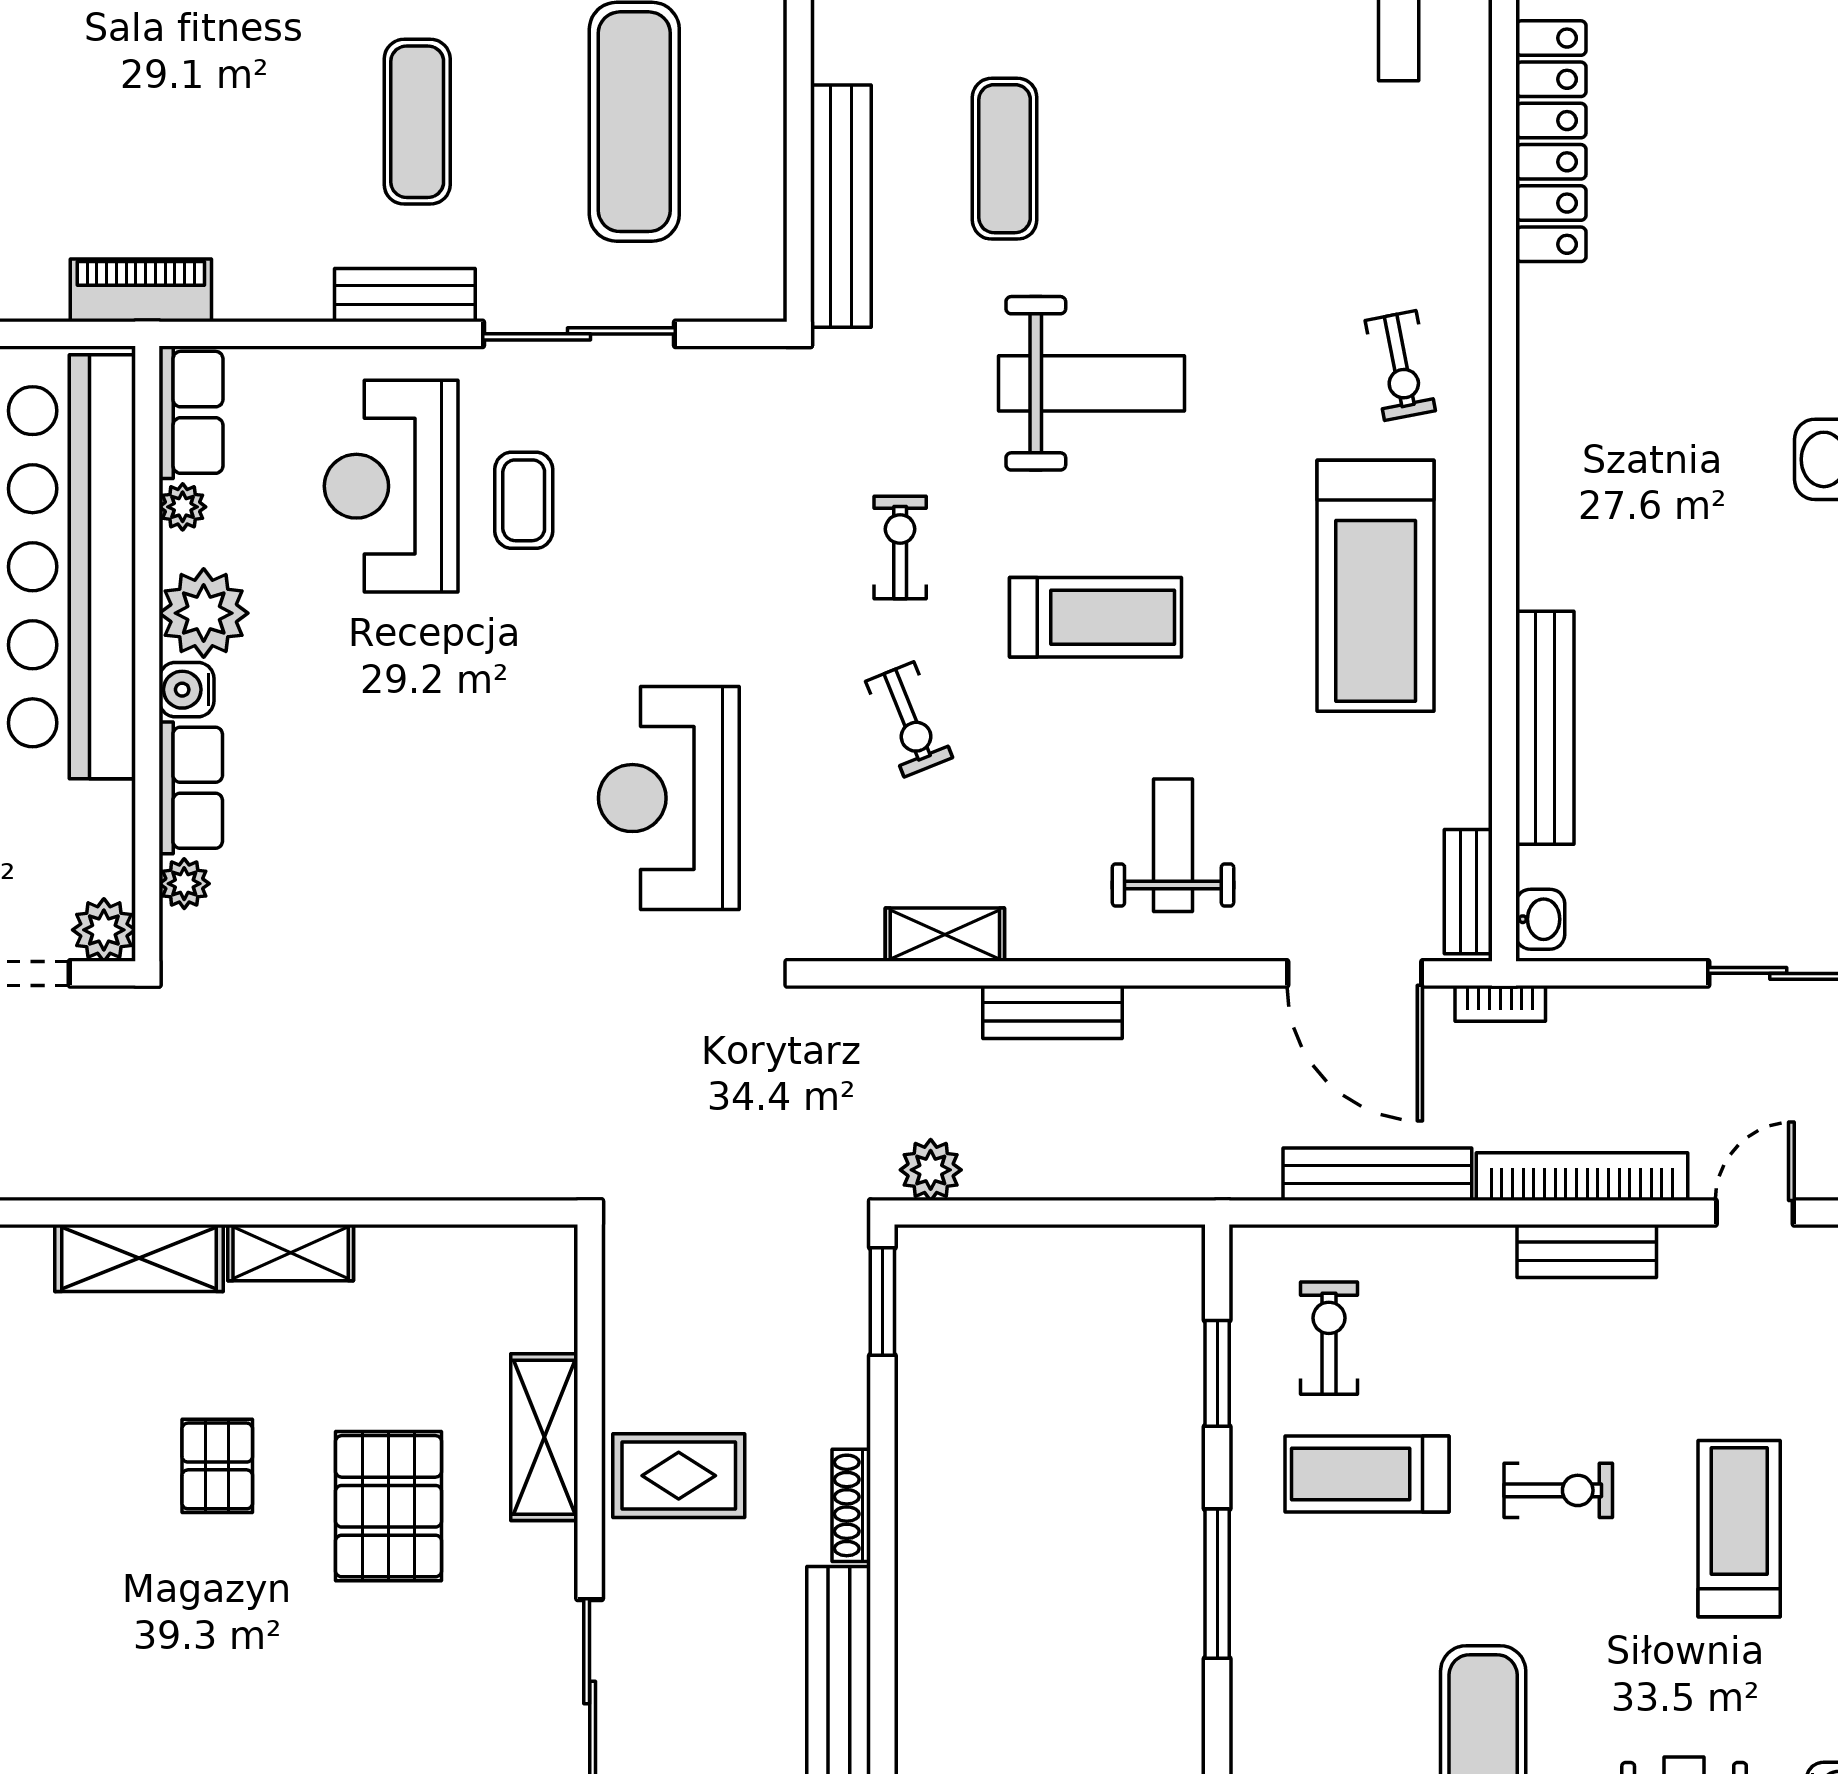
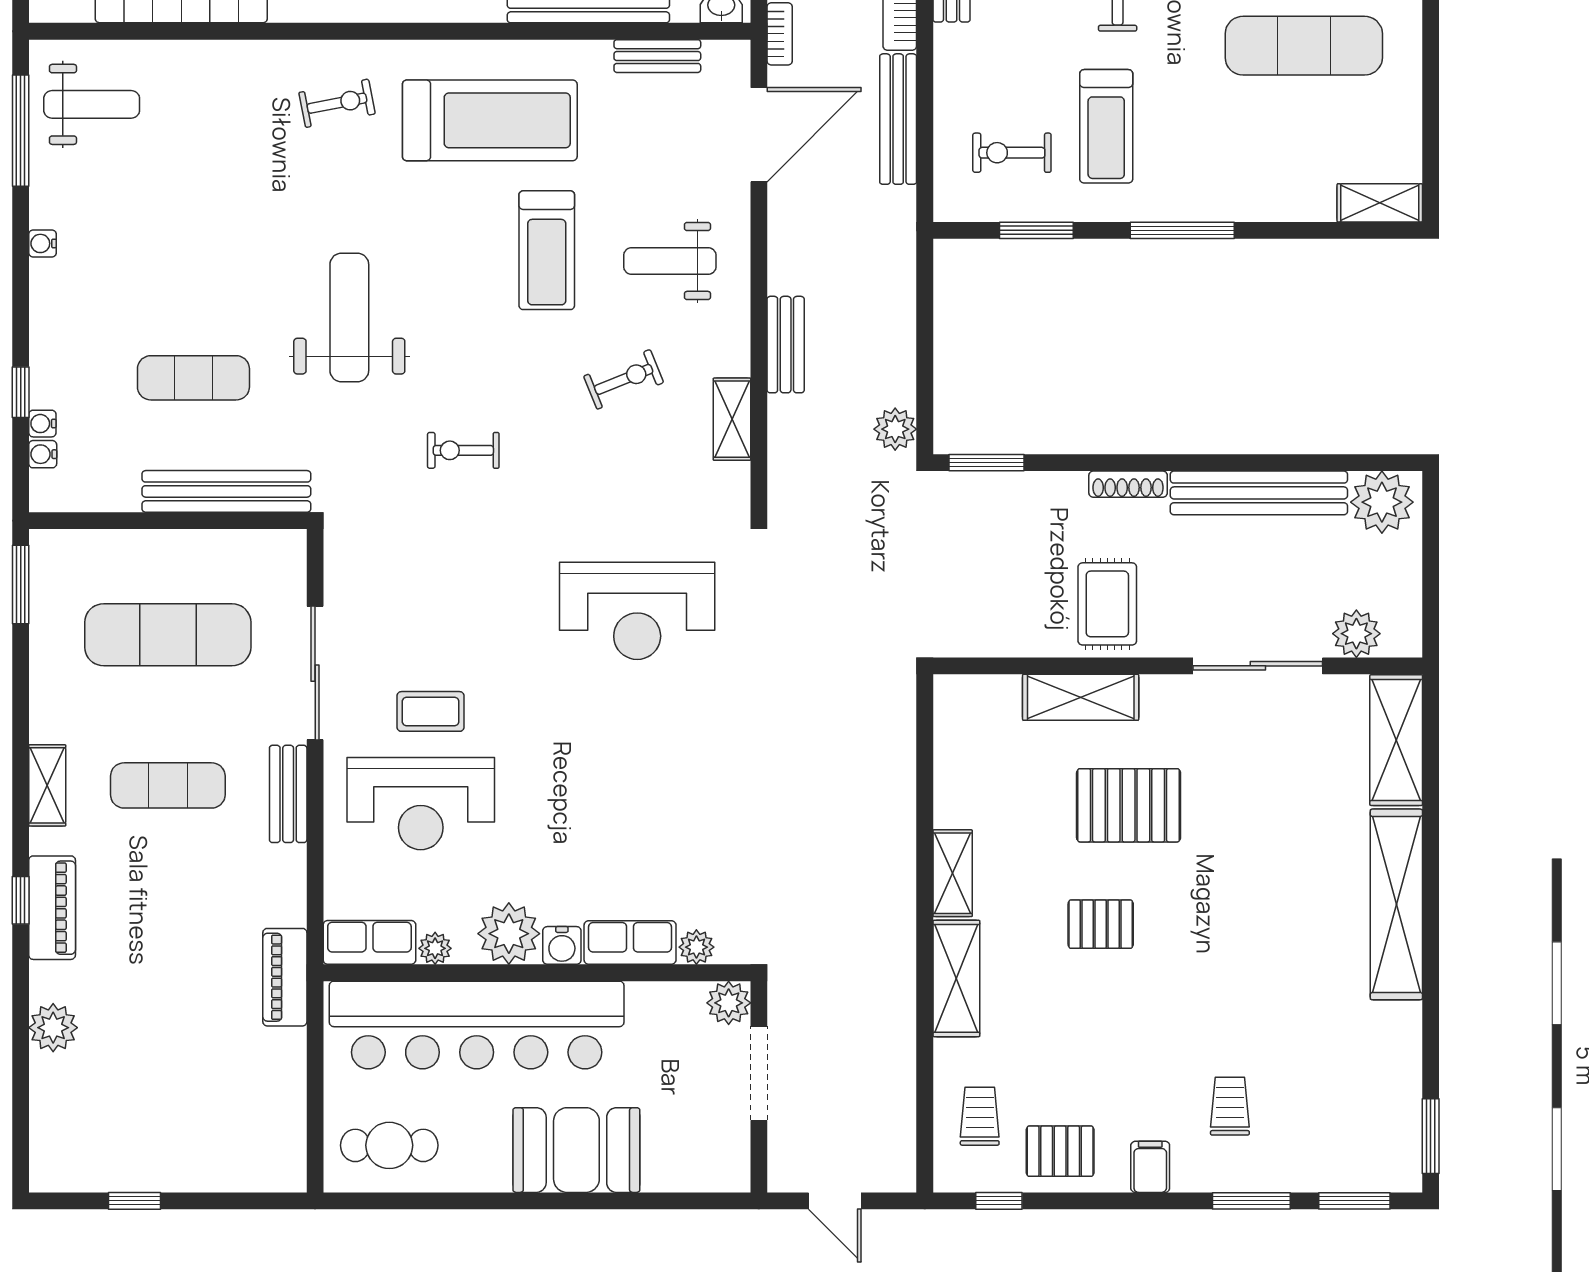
treadmill: (1096, 617) -> (547, 250), moved, turned 180
exercise bike: (909, 719) -> (624, 379), moved
bench: (1468, 892) -> (657, 56), moved

